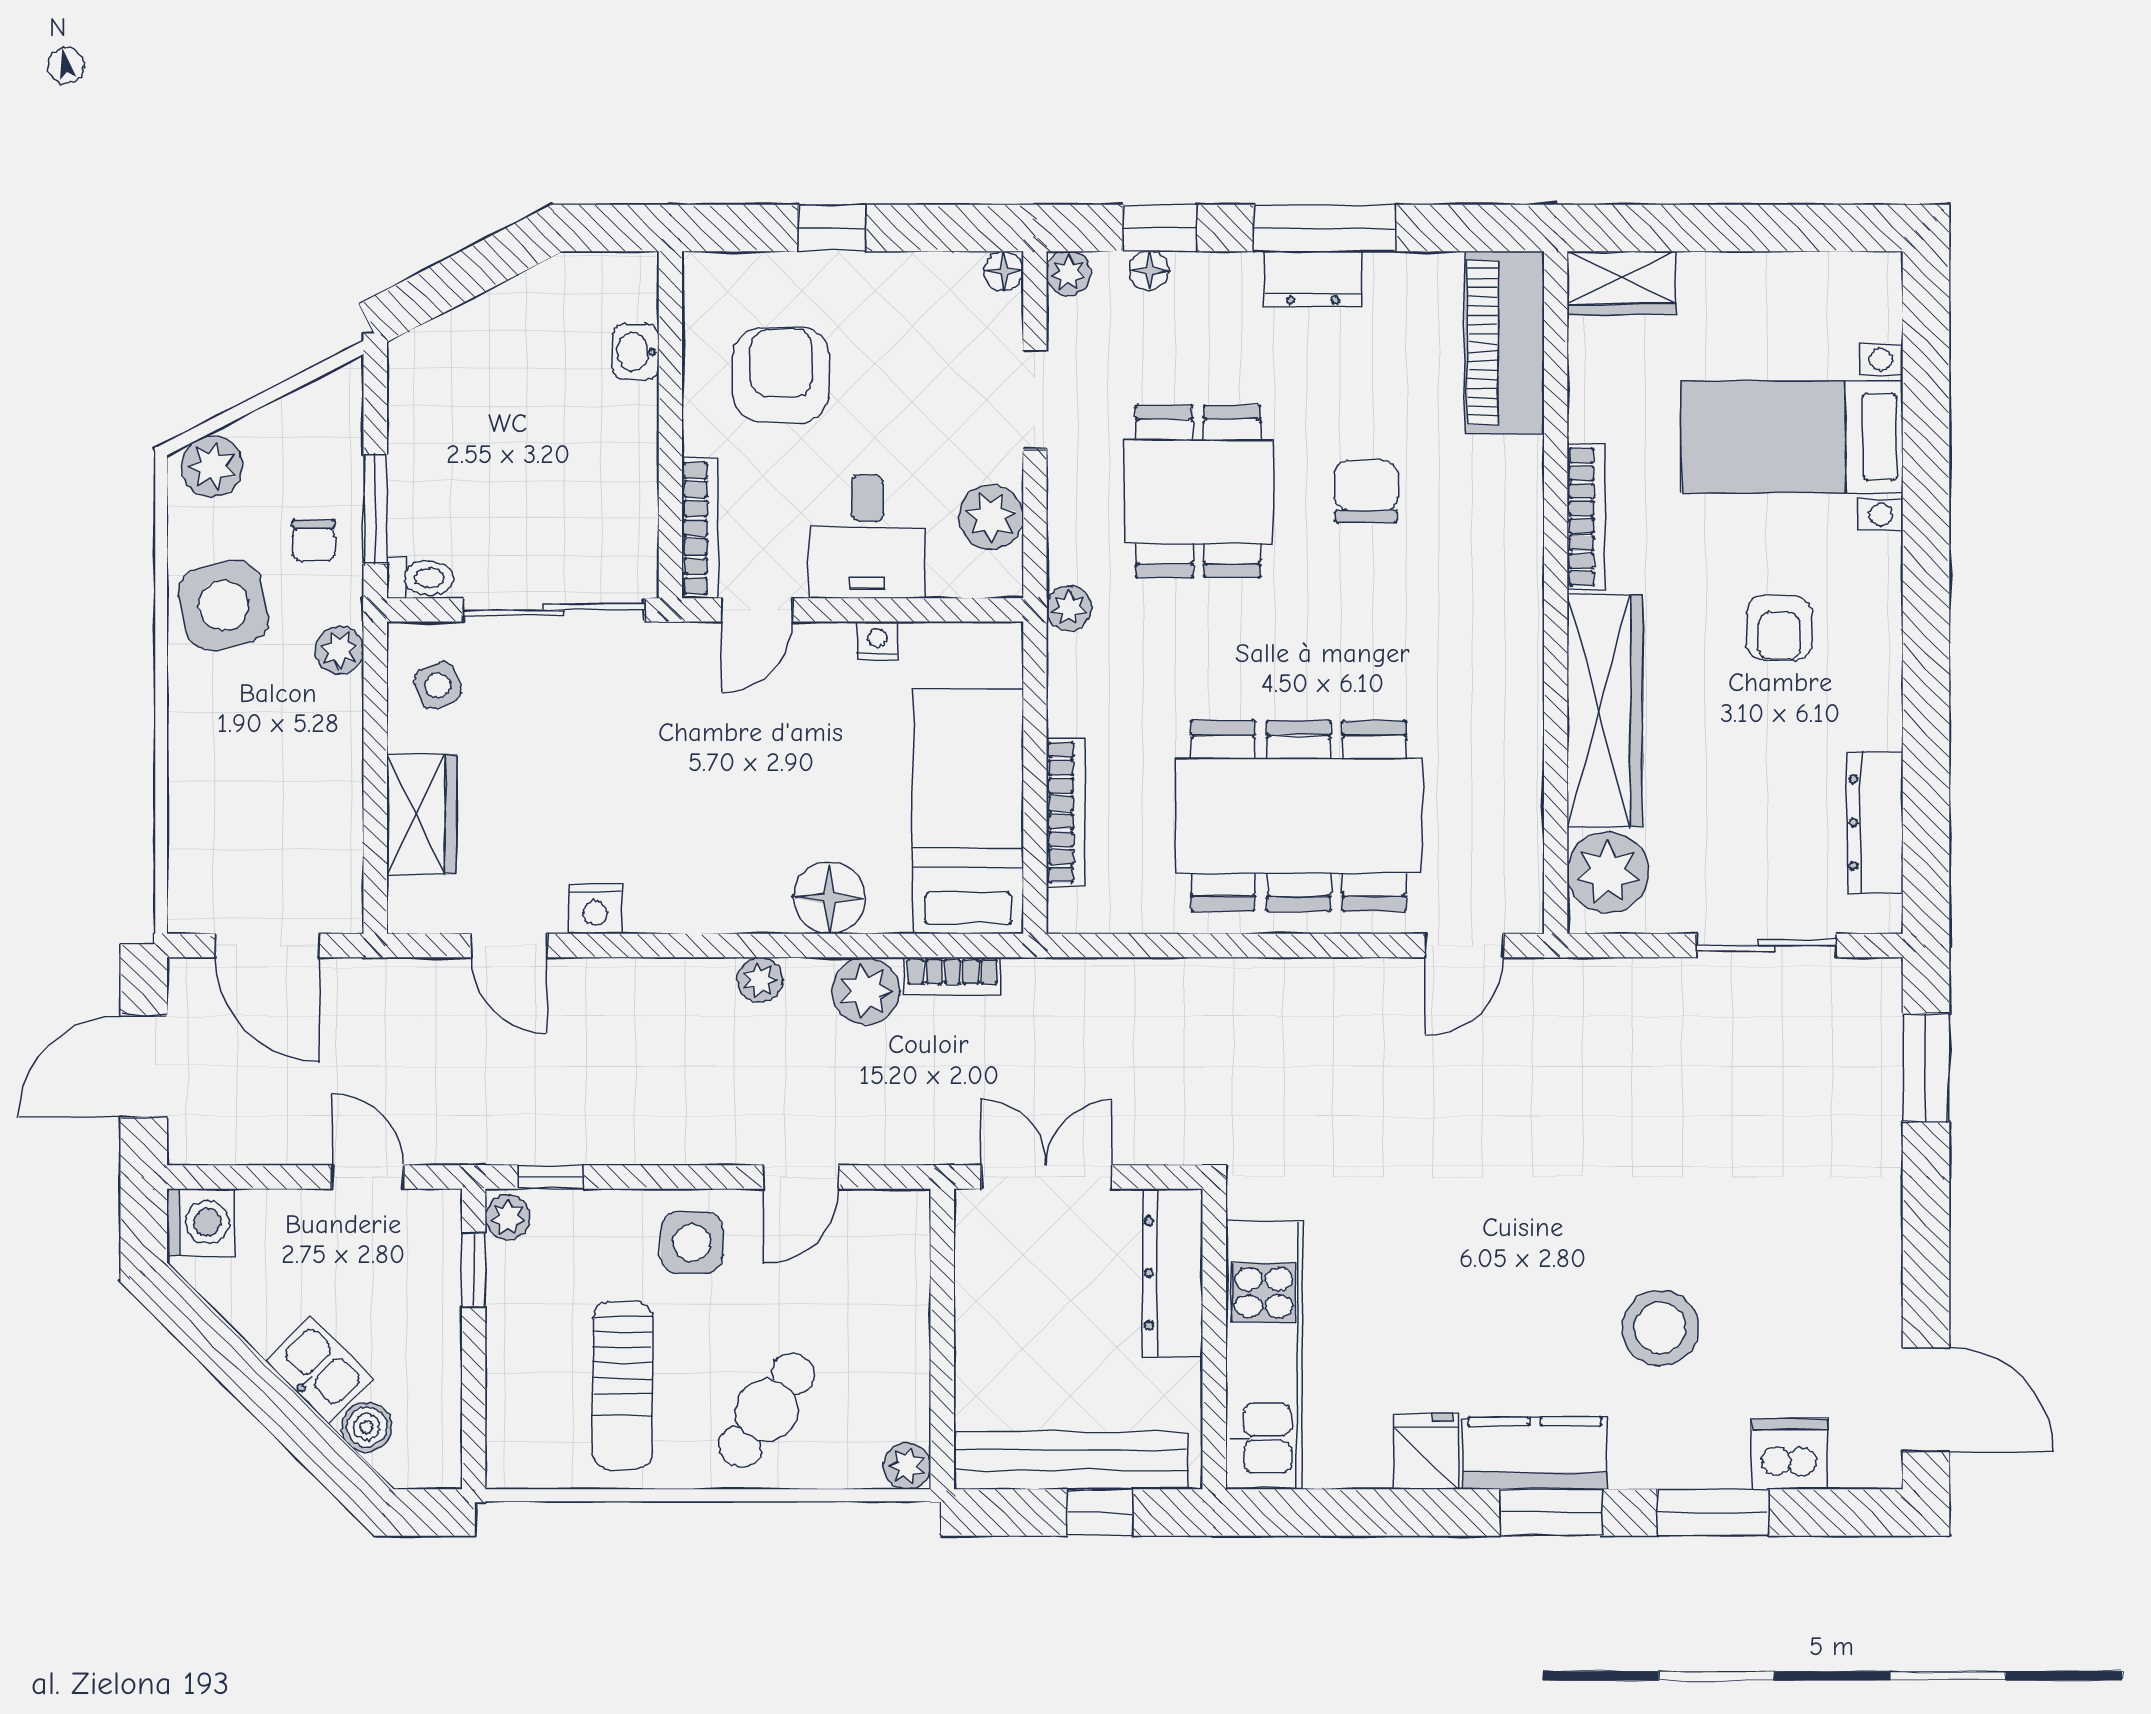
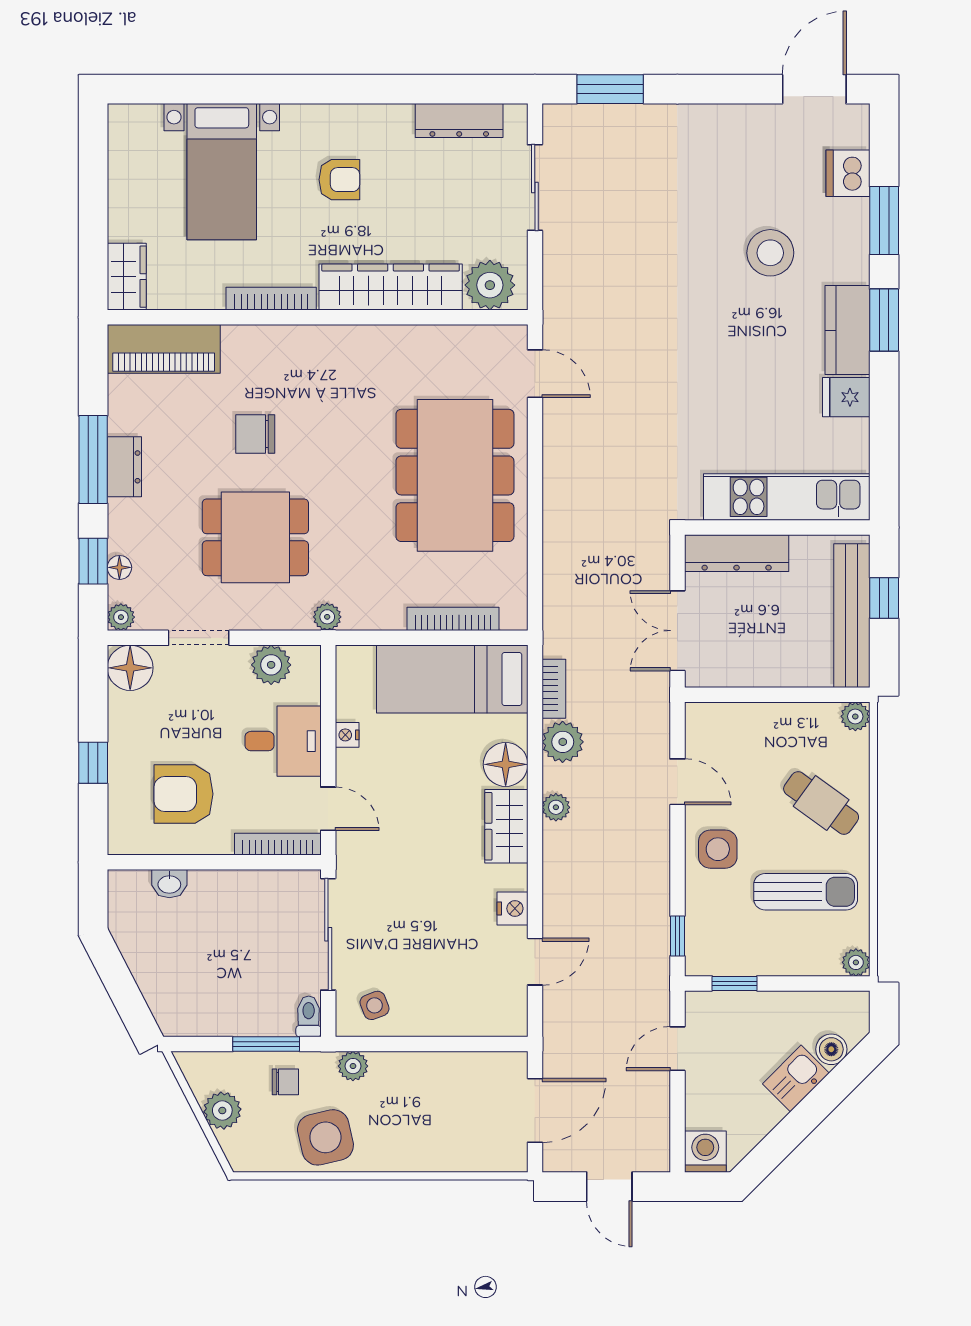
floor lamp: (1004, 271) -> (130, 668), width x1.89, depth x1.89
plant: (212, 466) -> (222, 1111), moved
wardrobe: (422, 814) -> (506, 826), moved, turned -90
door: (144, 1066) -> (609, 1187), width x0.73
plant: (508, 1217) -> (856, 962), moved

